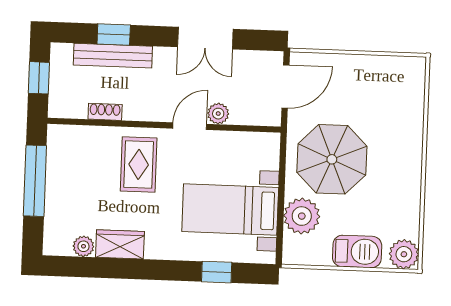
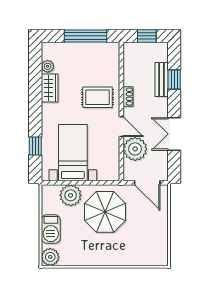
bench: (113, 56) -> (162, 79), width x0.73
shoe rack: (105, 112) -> (128, 97), moved
plant: (218, 114) -> (135, 149), width x1.87, depth x1.87

